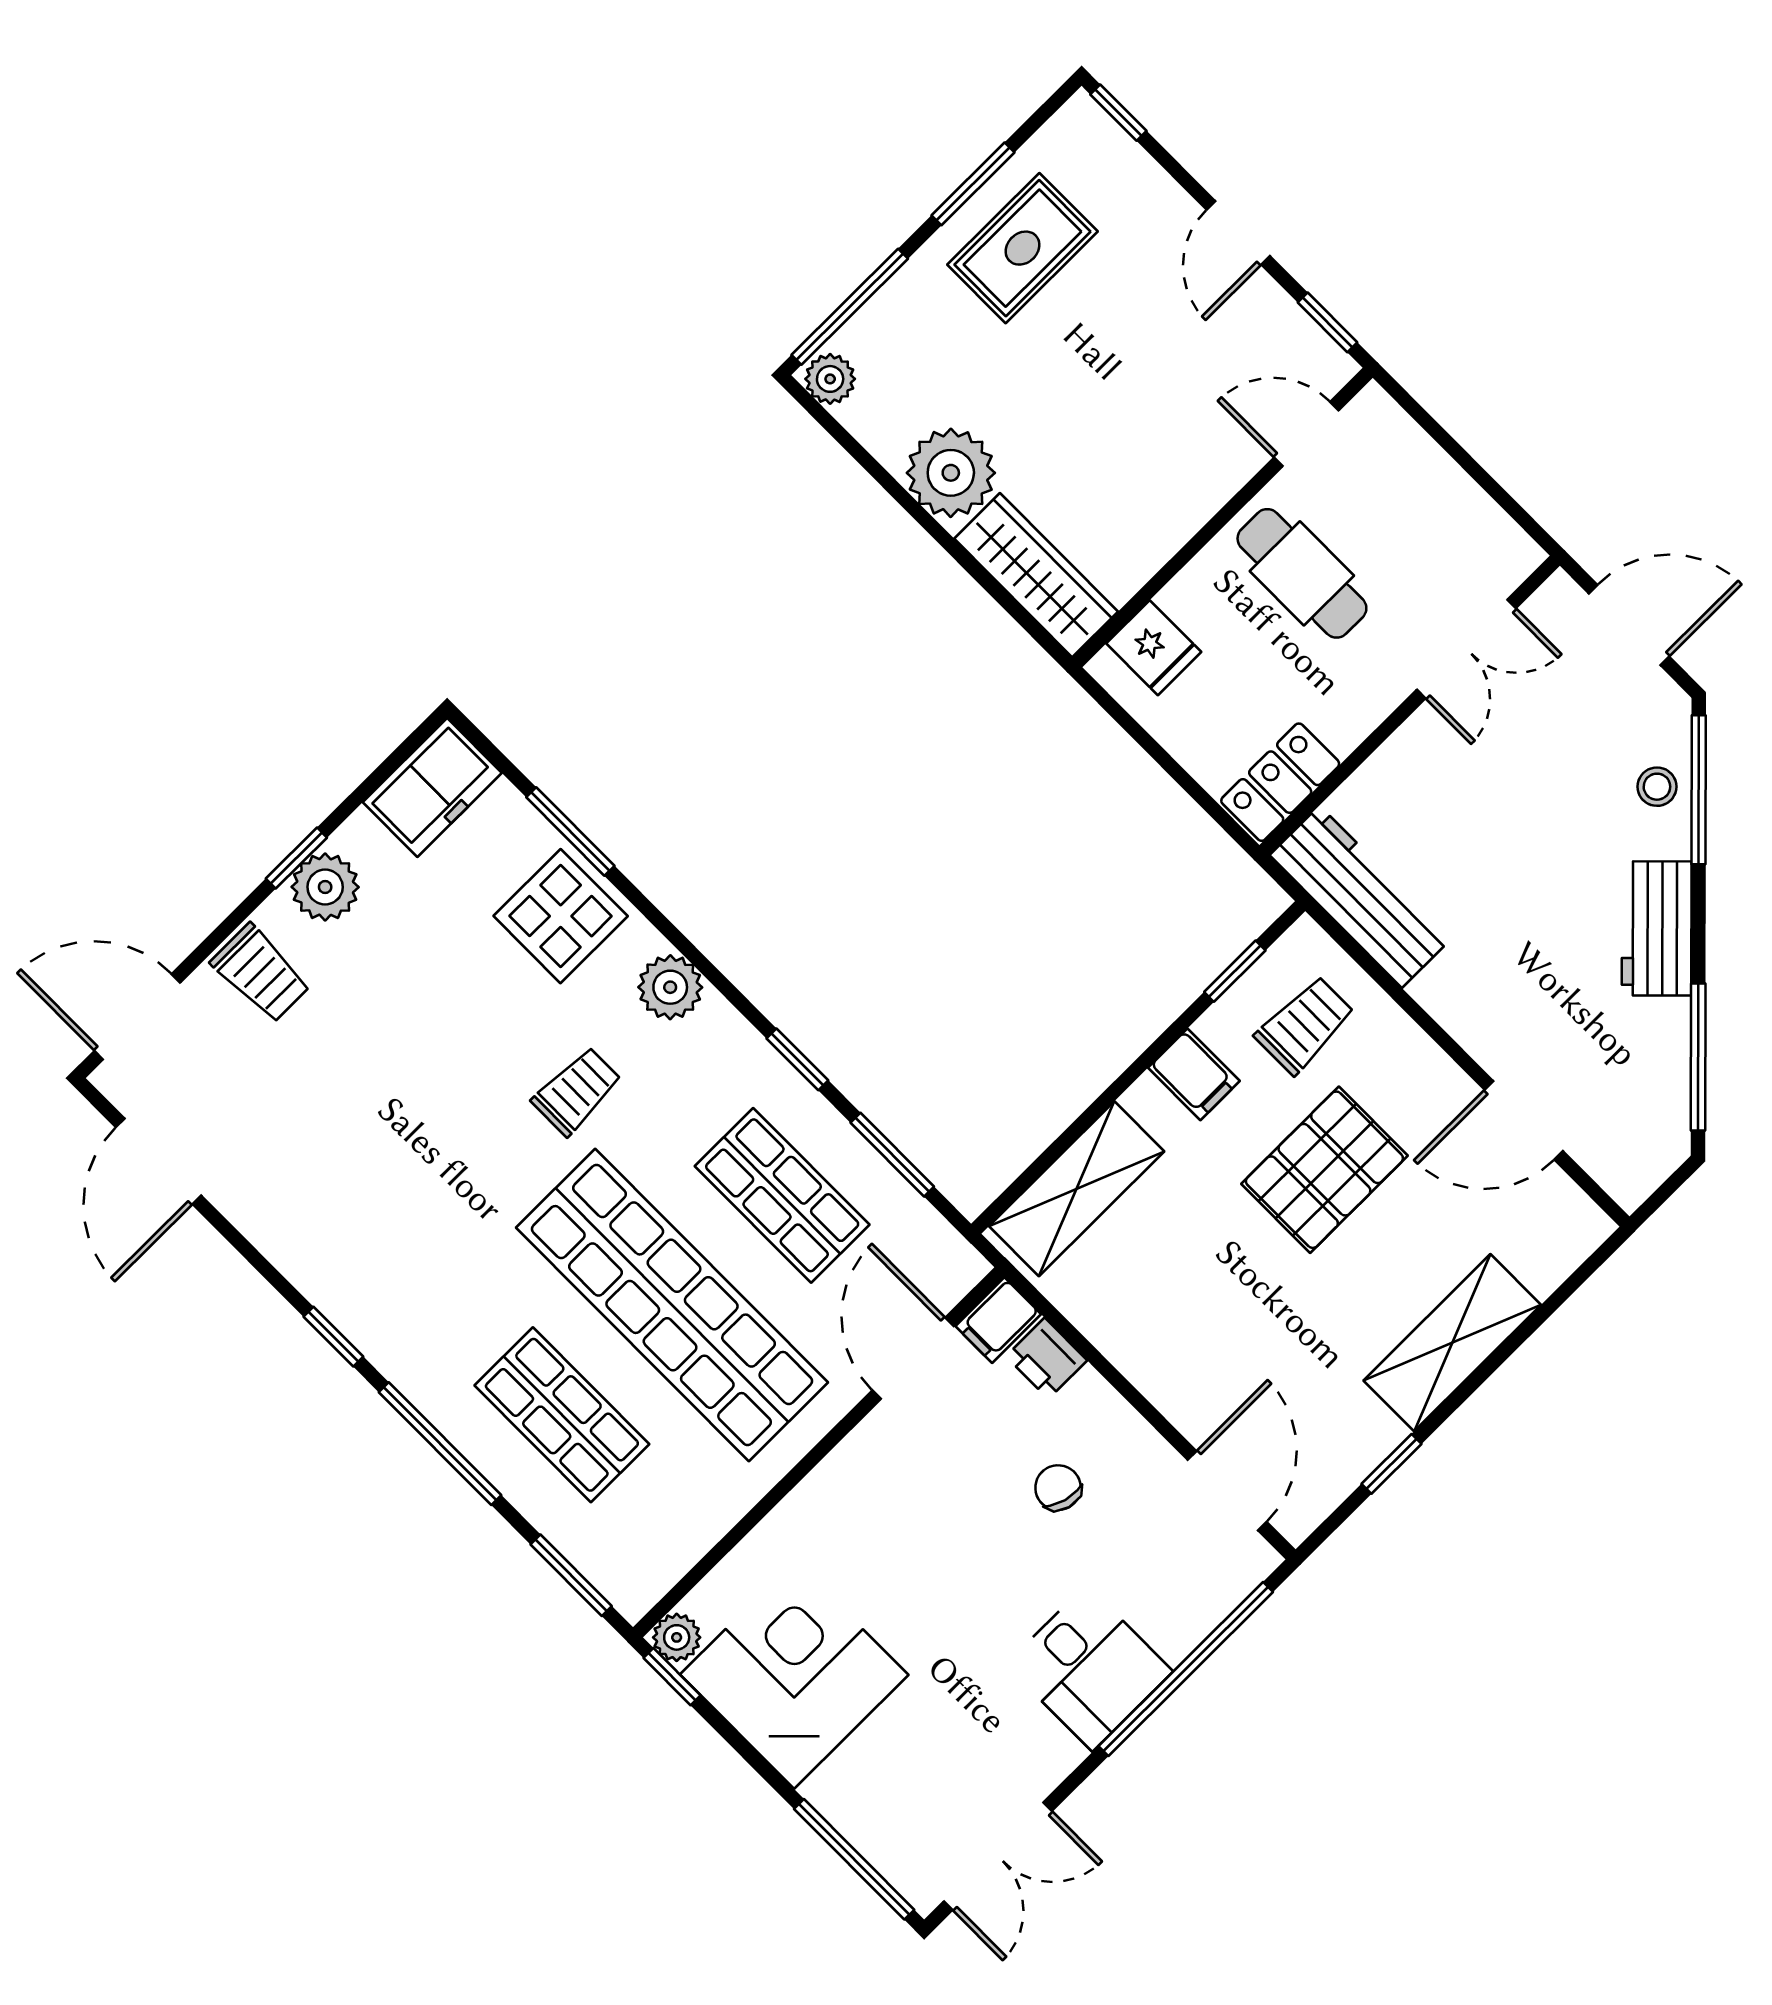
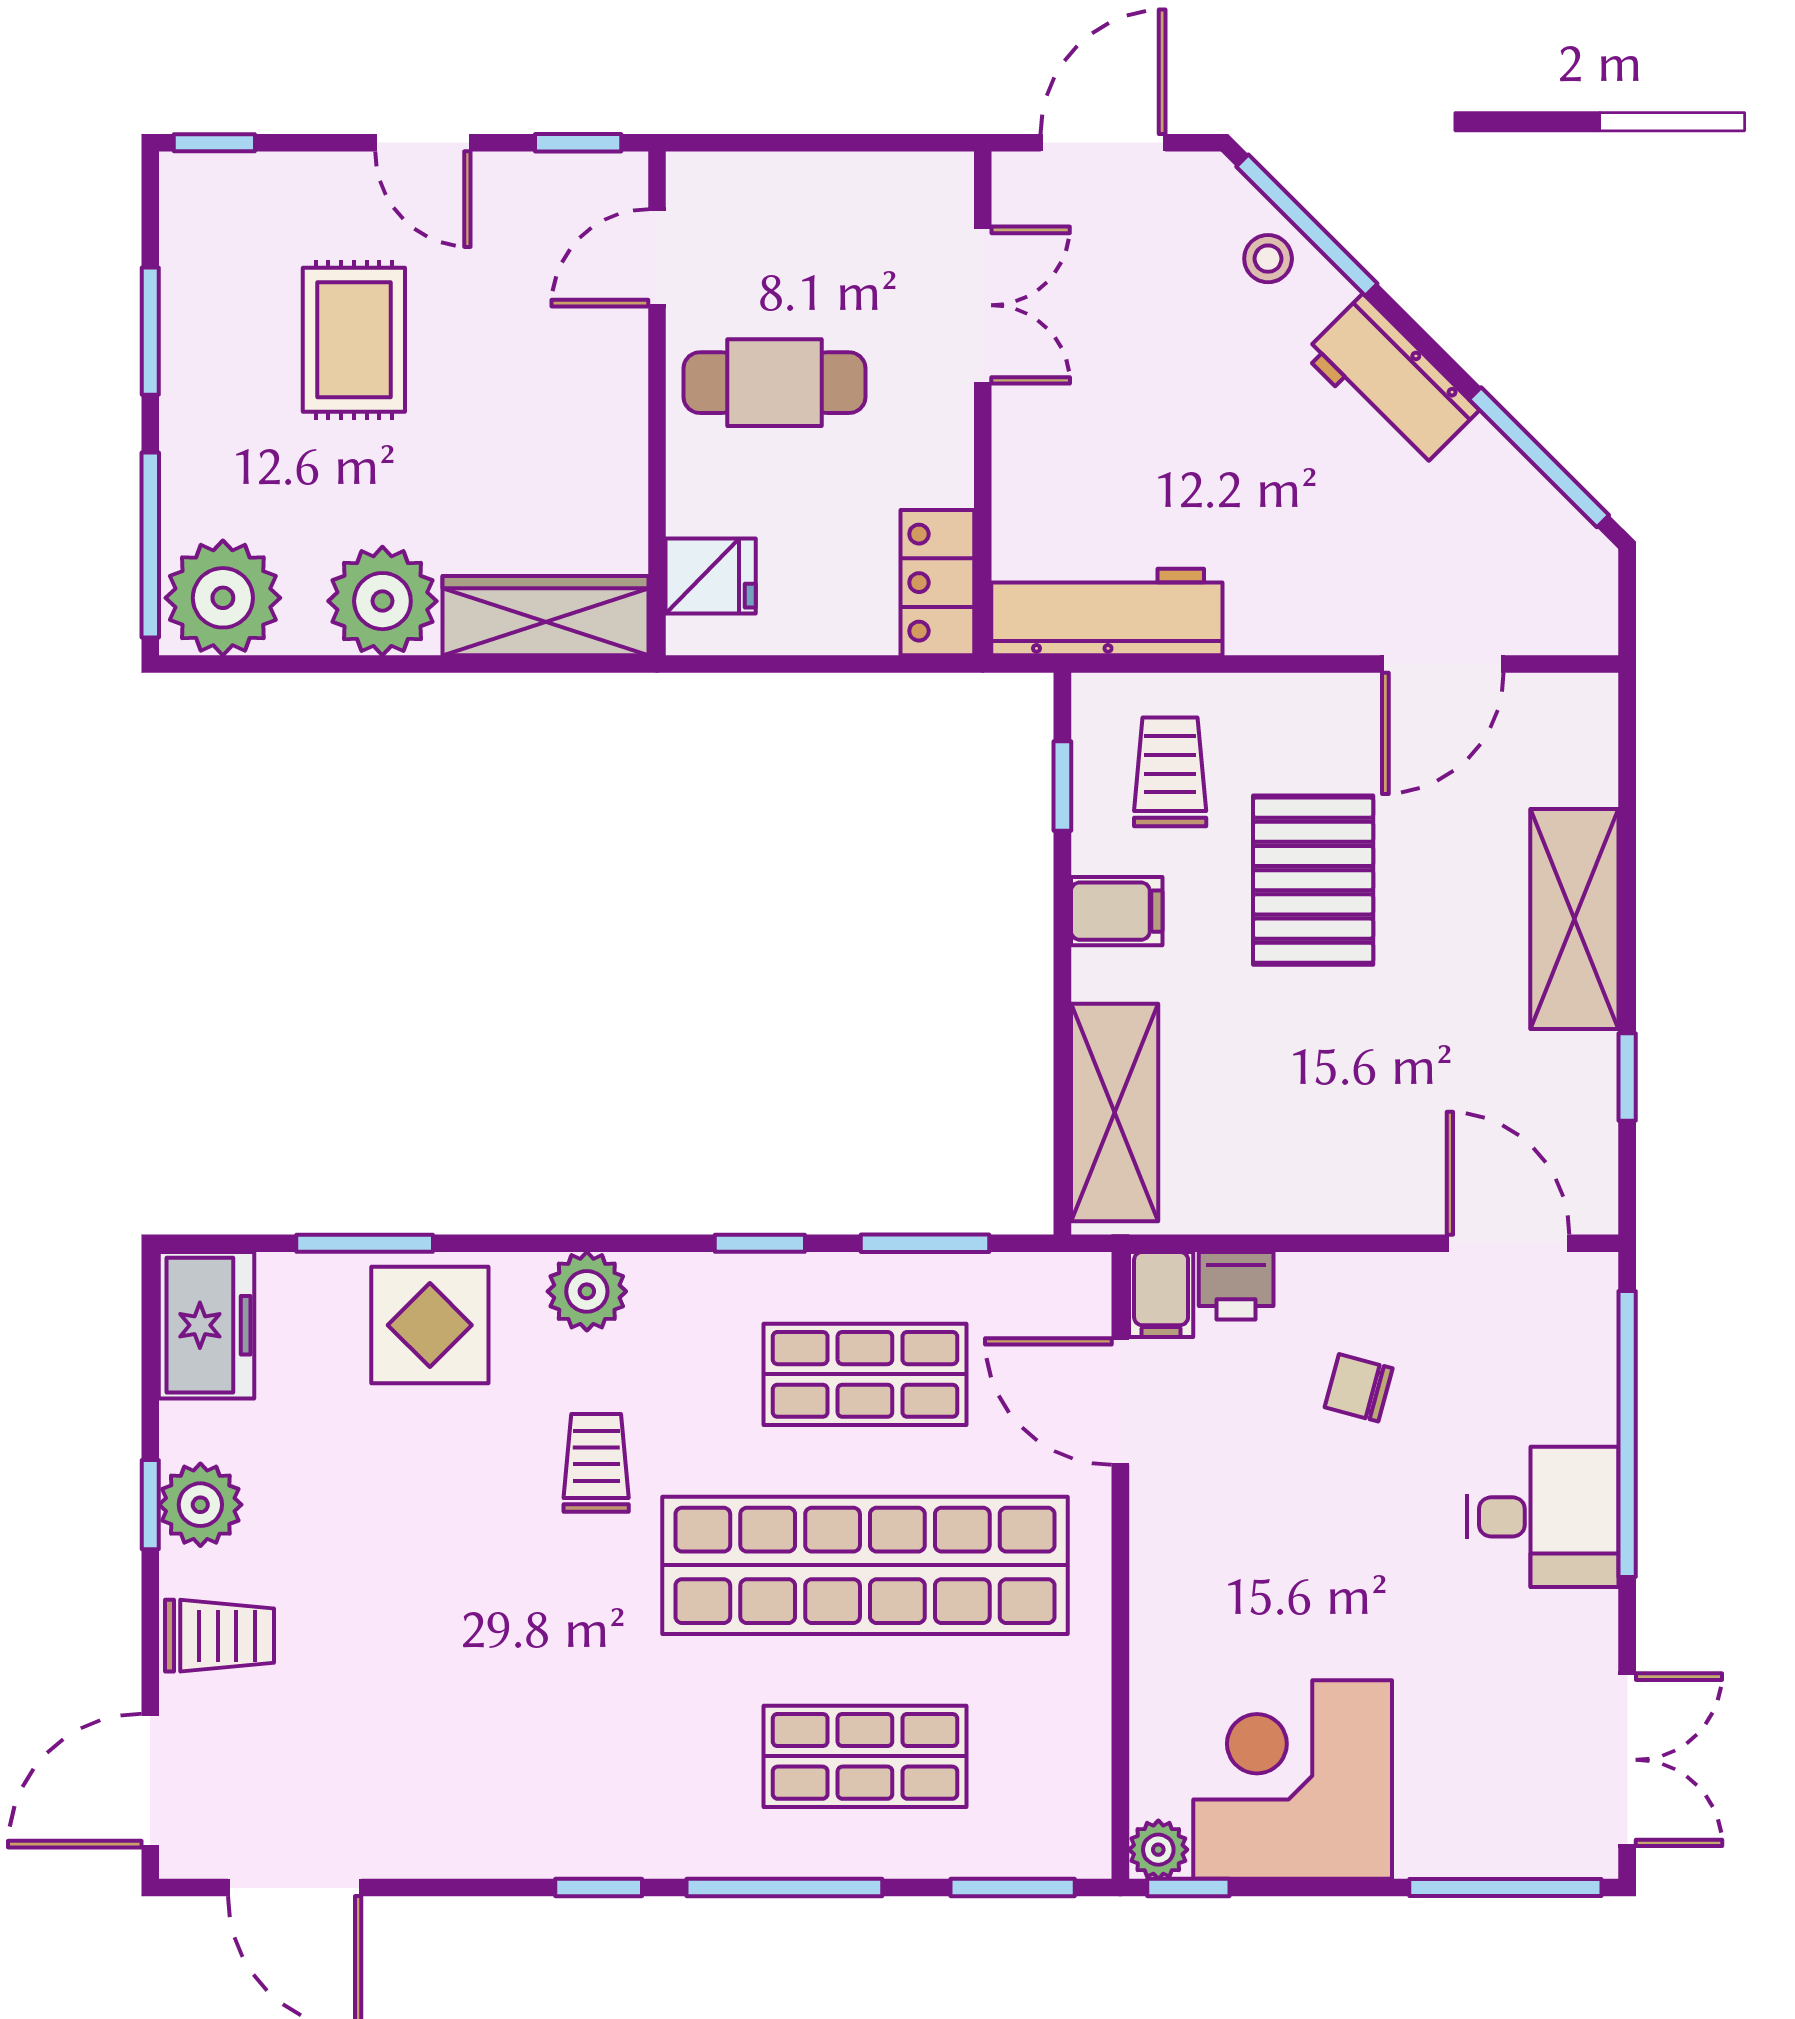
rug: (1023, 248) -> (354, 340), moved
plant: (830, 379) -> (223, 598), width x1.88, depth x1.88

